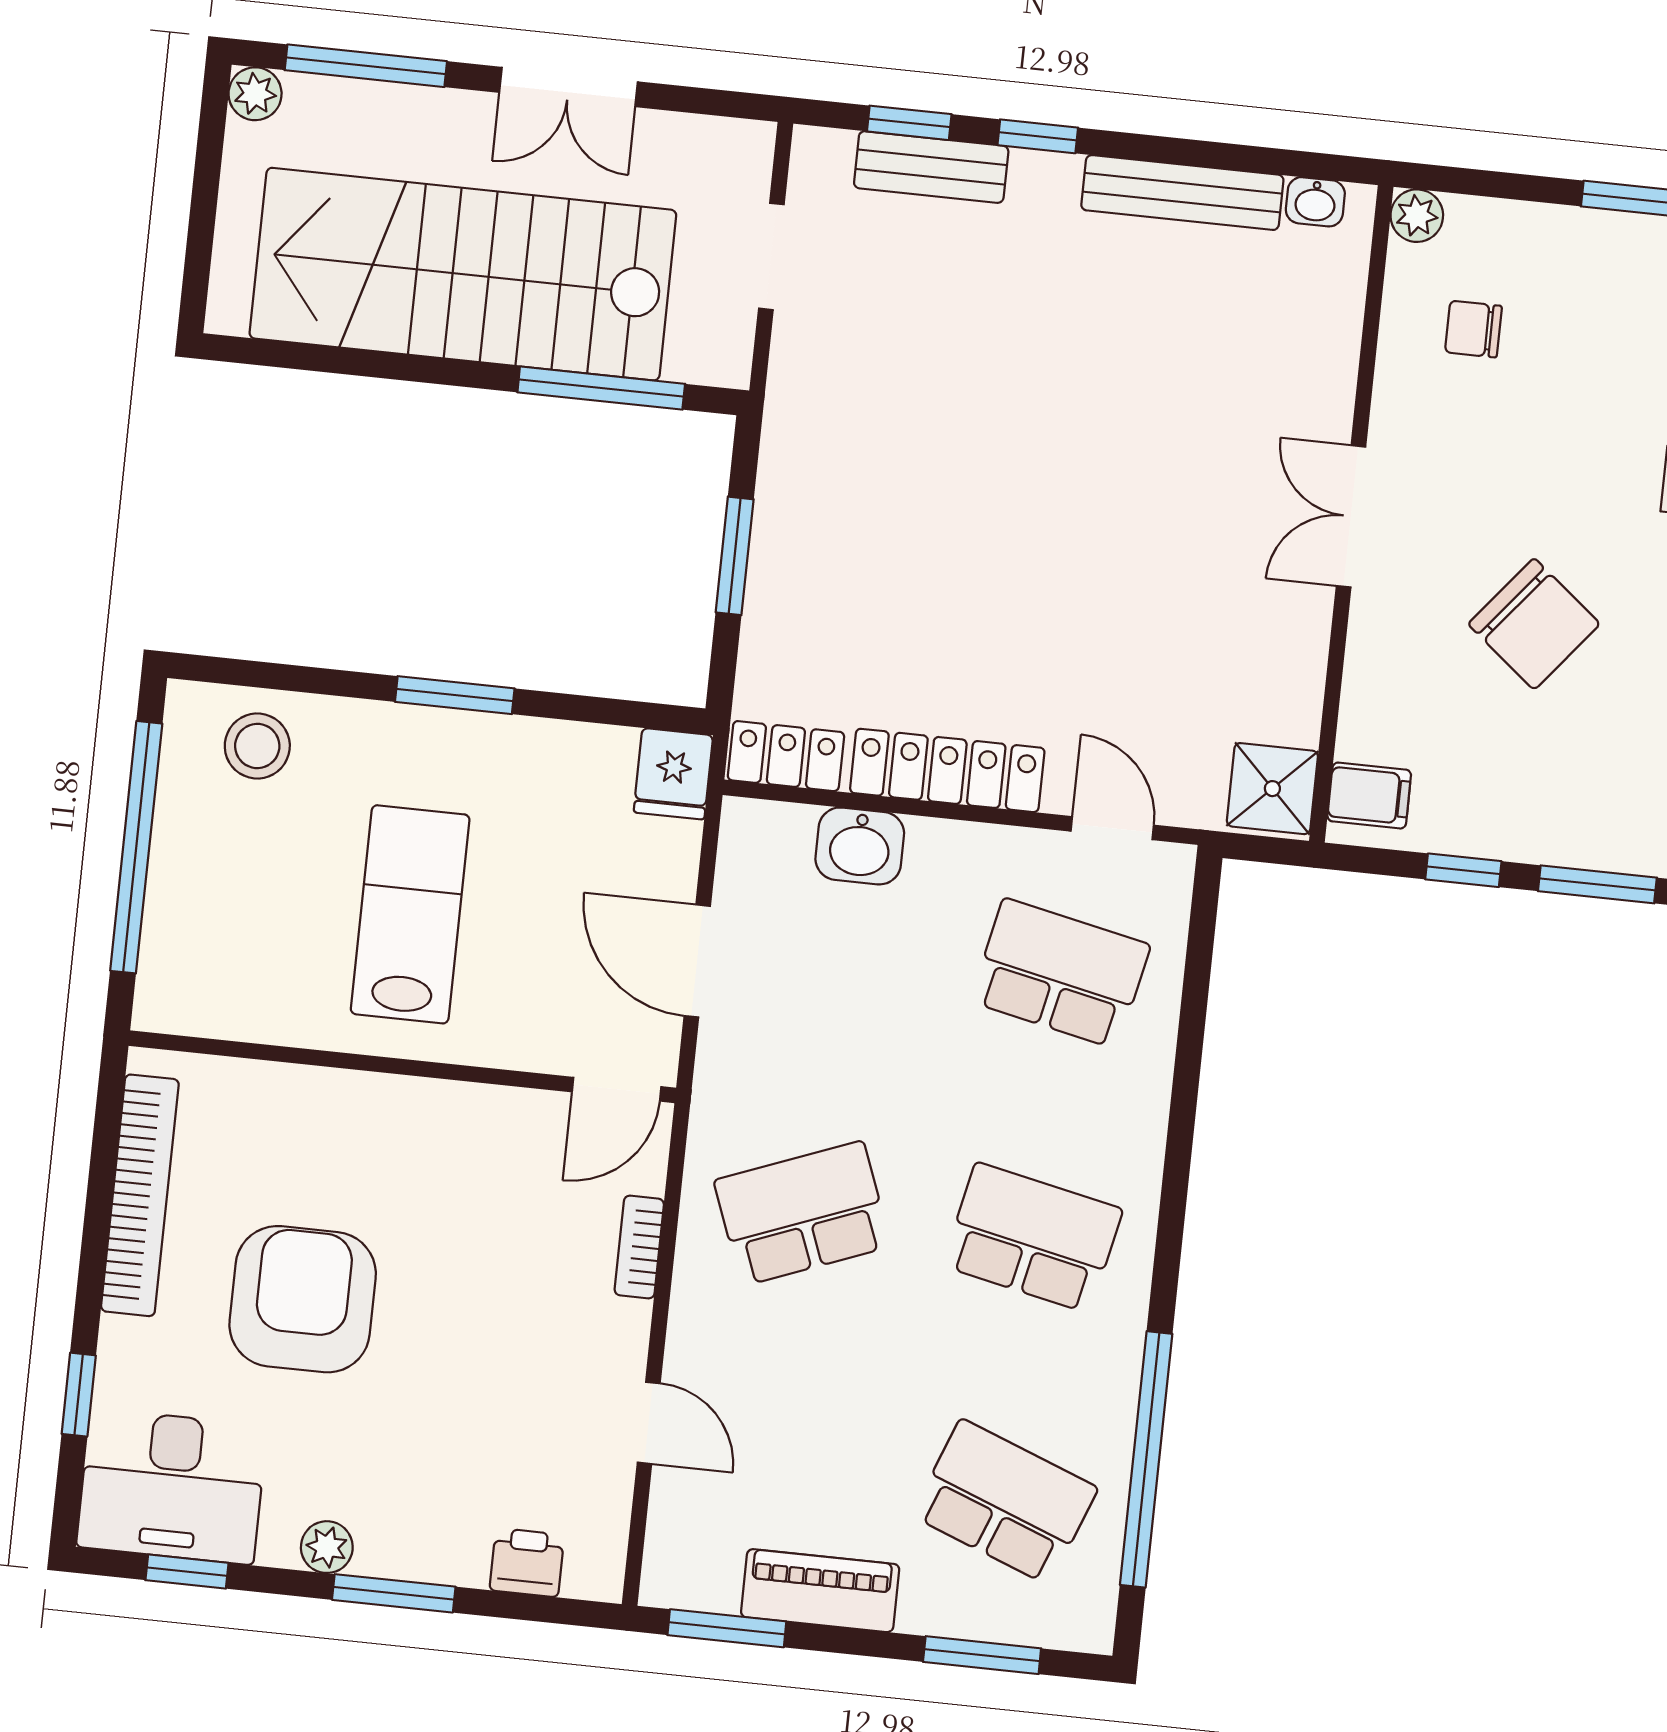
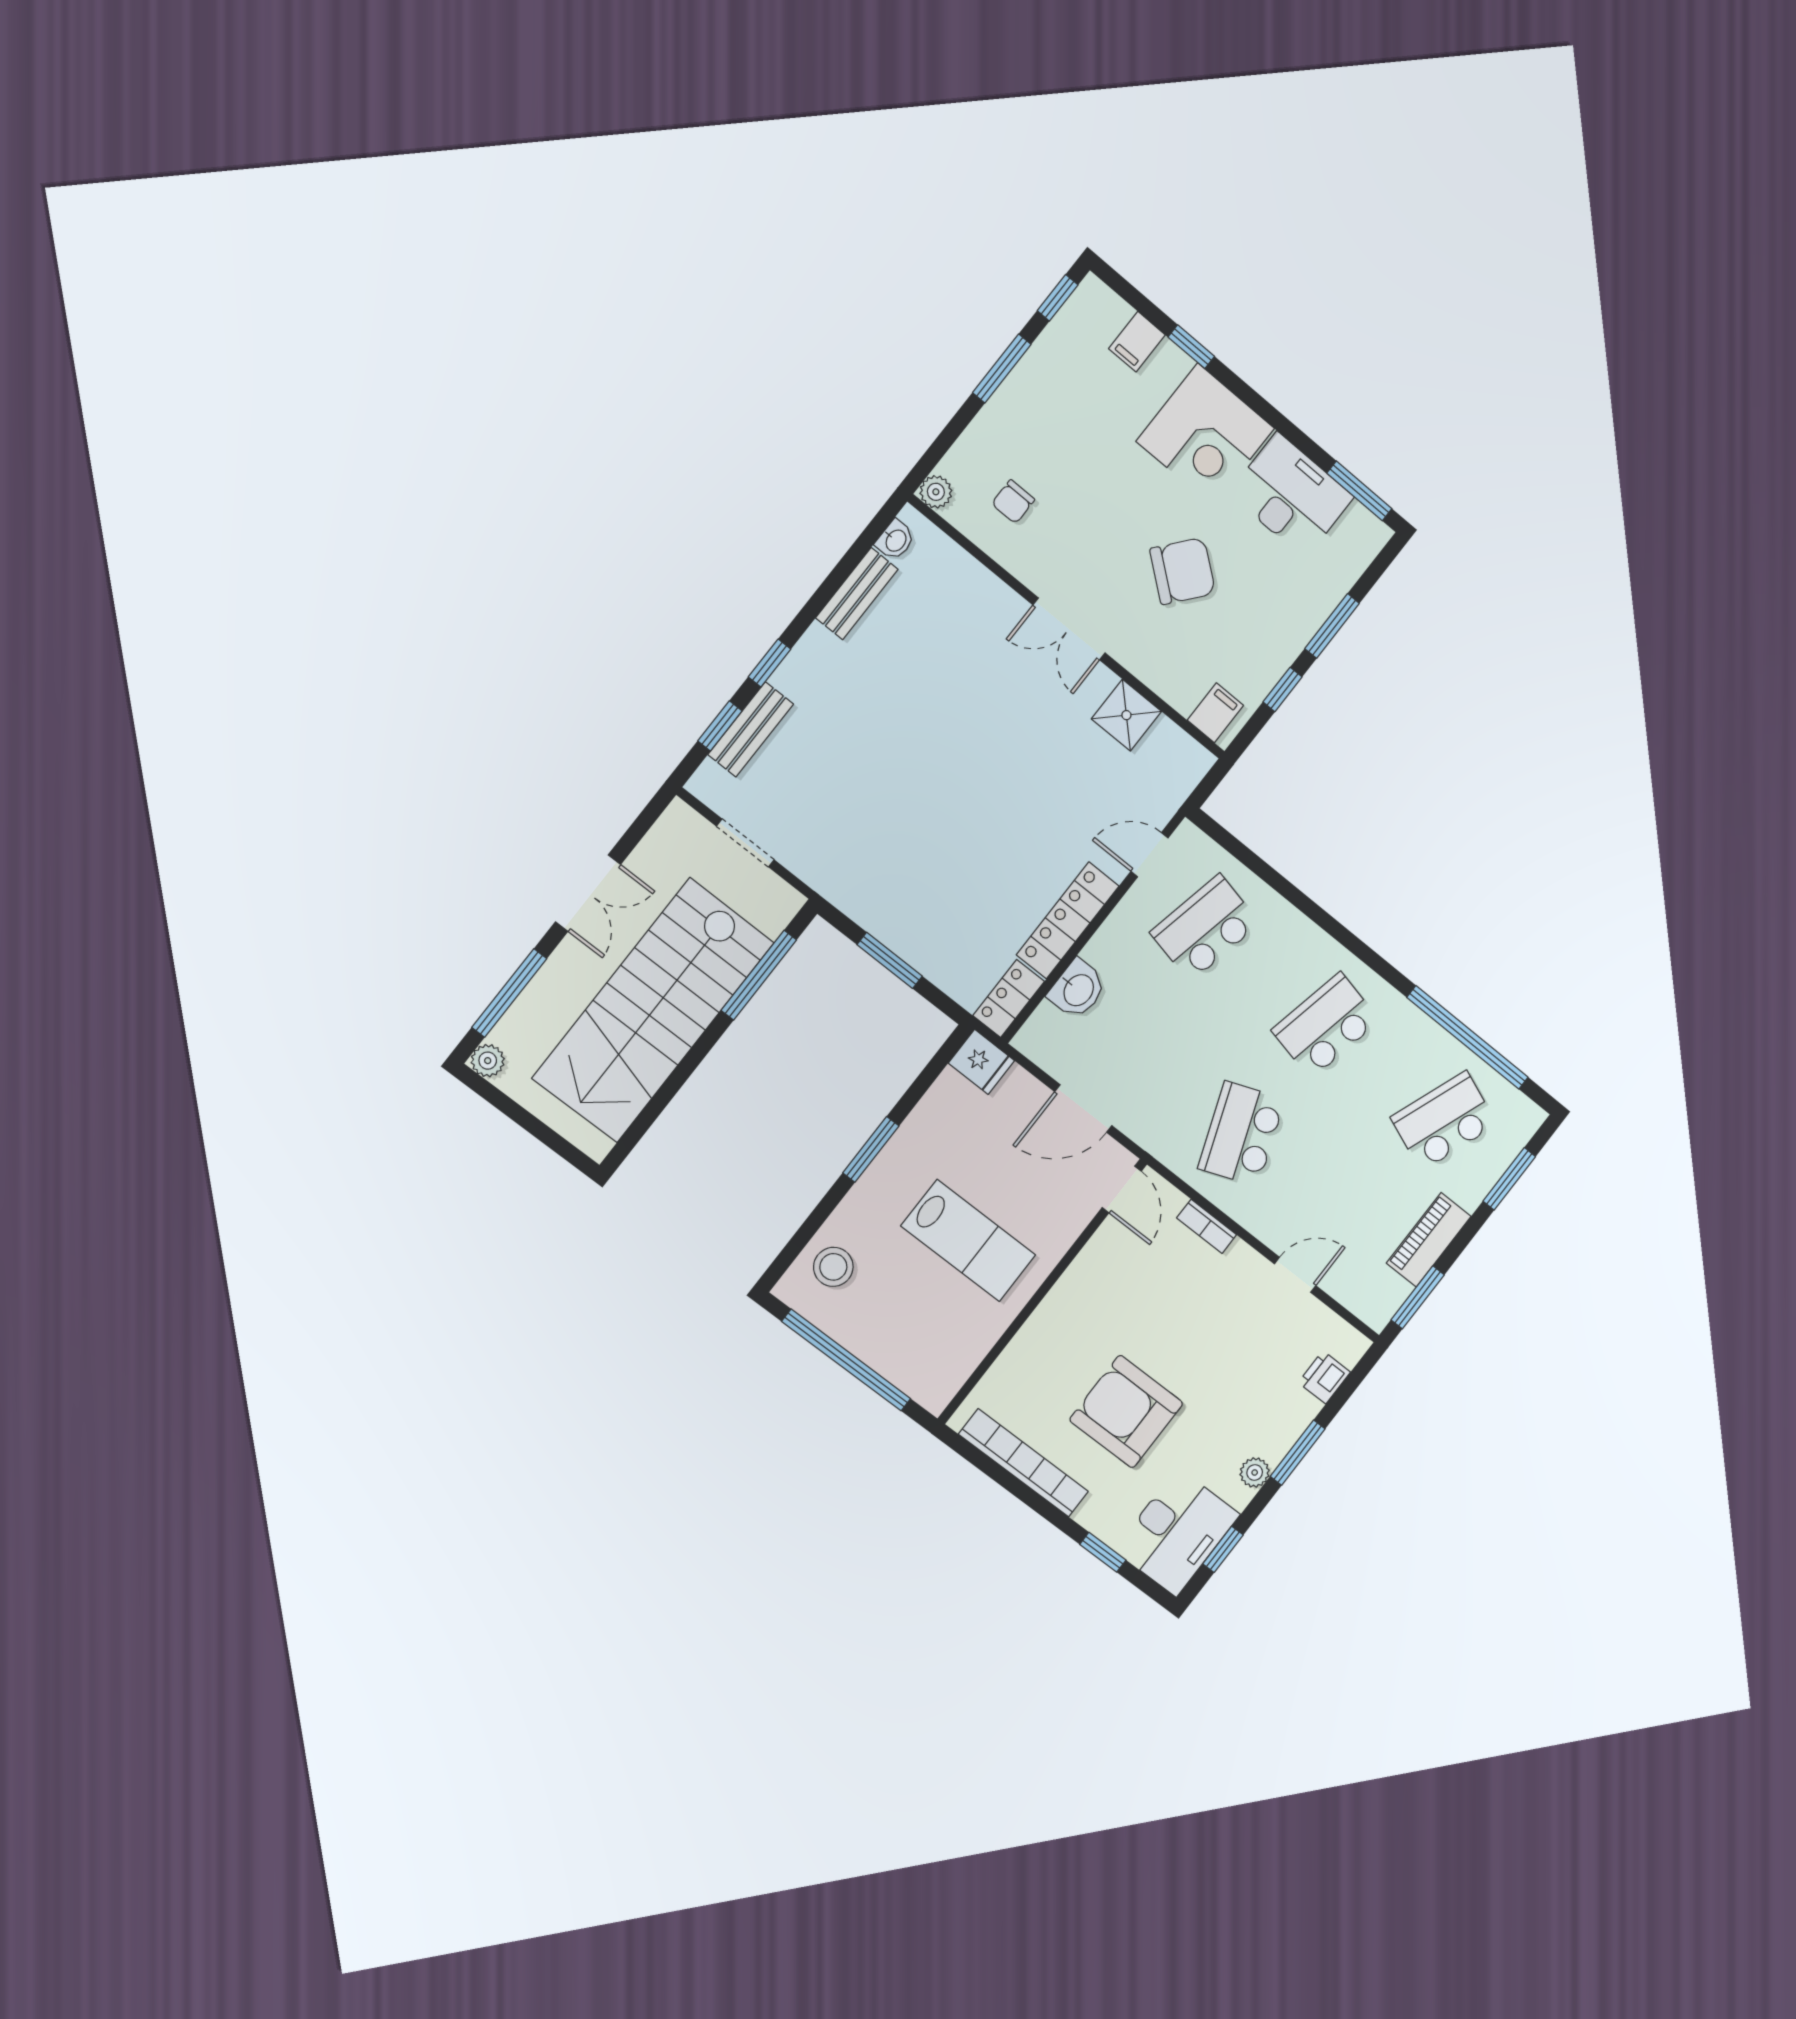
bench: (1182, 193) -> (857, 594), width x0.73
shower: (1272, 789) -> (1126, 715), moved
lab bench: (410, 914) -> (968, 1241), turned 180

